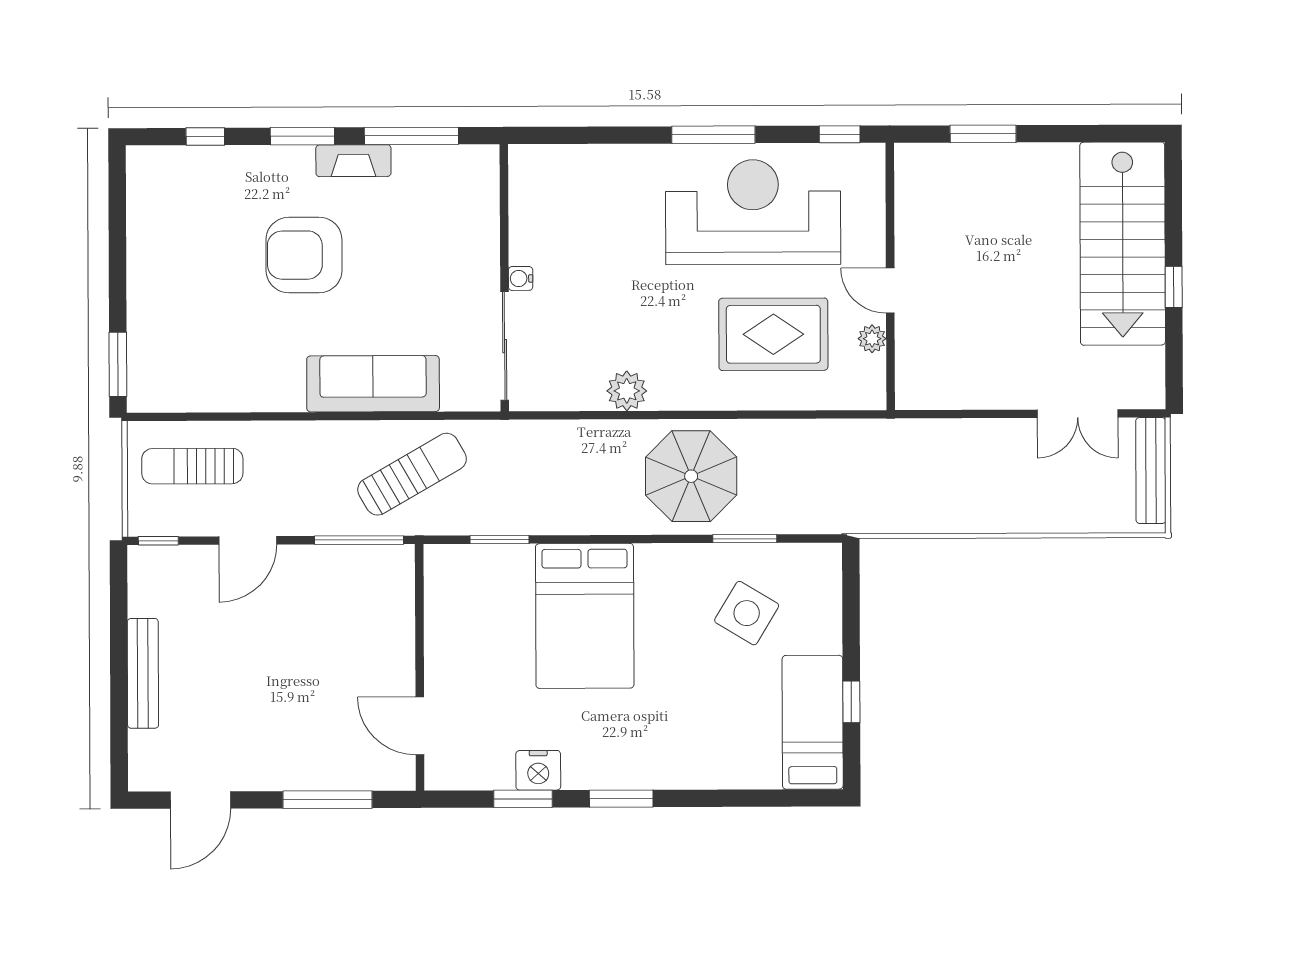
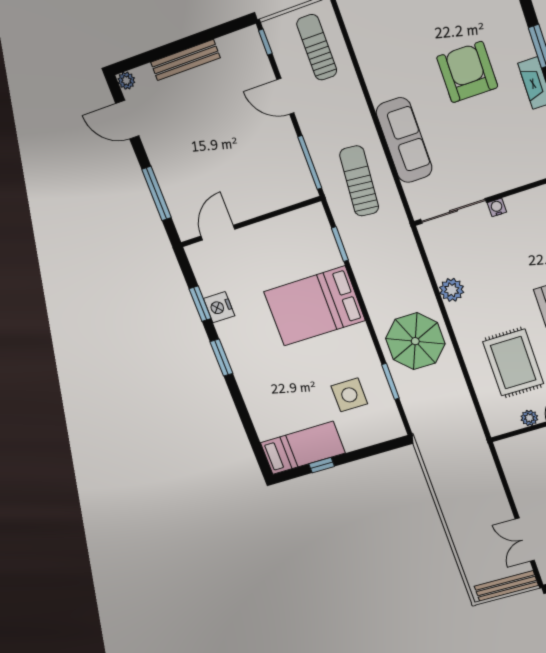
sun lounger: (412, 474) -> (359, 181), turned -145
side table: (747, 613) -> (349, 395), turned -31
plant: (142, 777) -> (126, 81), added

